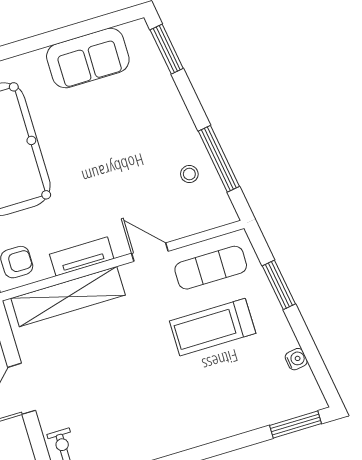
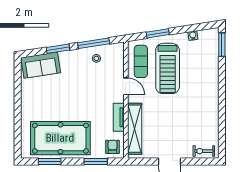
window: (167, 49) -> (58, 49), moved
sofa: (88, 58) -> (41, 65), moved, turned 81
door: (150, 252) -> (126, 86), swing flipped
treadmill: (213, 327) -> (168, 68), width x1.37, depth x1.38

